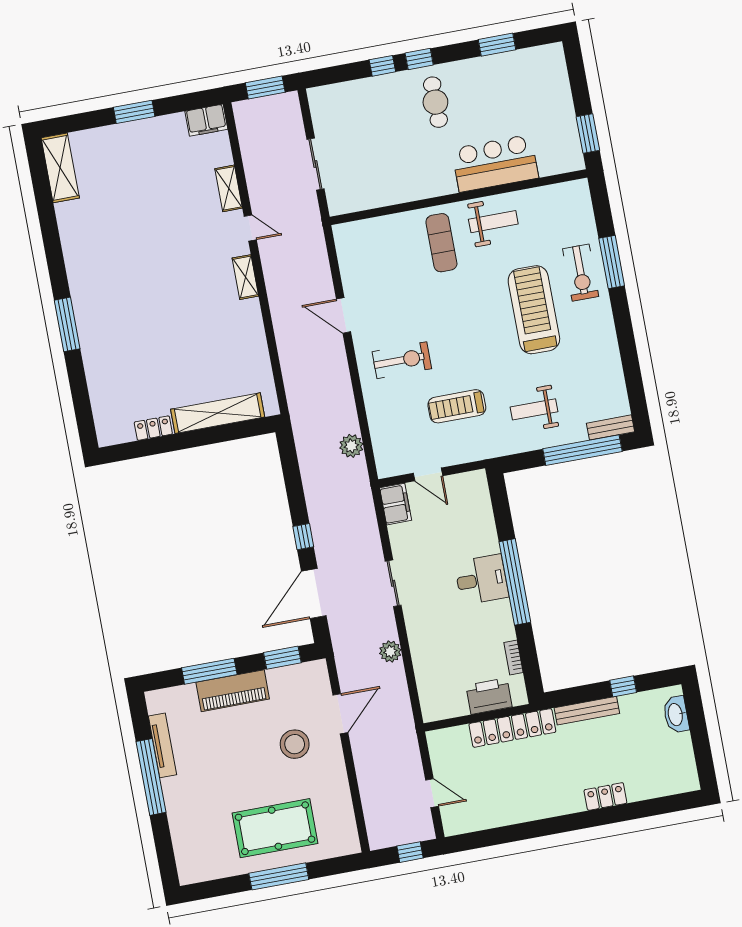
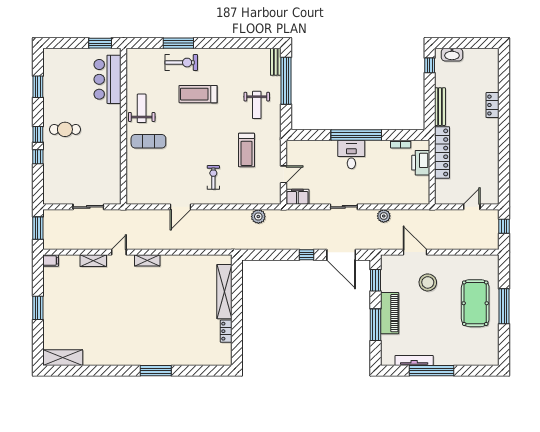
filing cabinet: (206, 120) -> (51, 261), width x0.50
bar counter: (495, 163) -> (108, 79), moved
treadmill: (534, 310) -> (198, 94), width x0.73, depth x0.73
exercise bike: (402, 360) -> (213, 177), width x0.73, depth x0.72
window: (623, 686) -> (430, 65), moved

